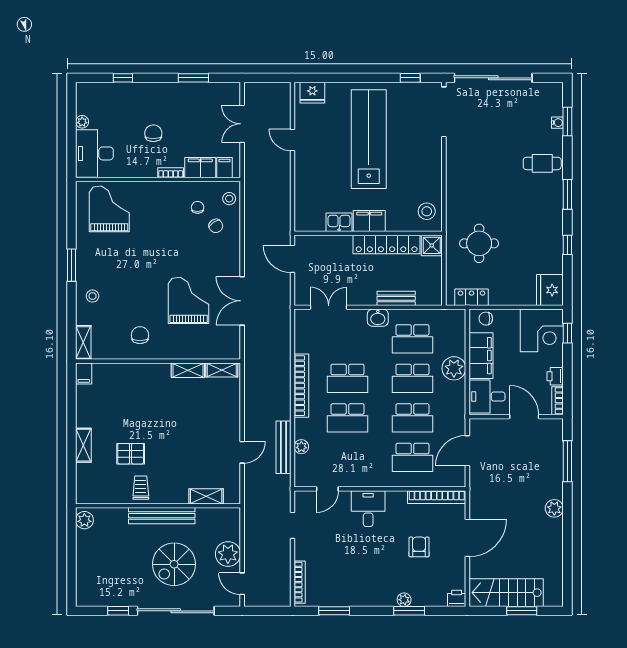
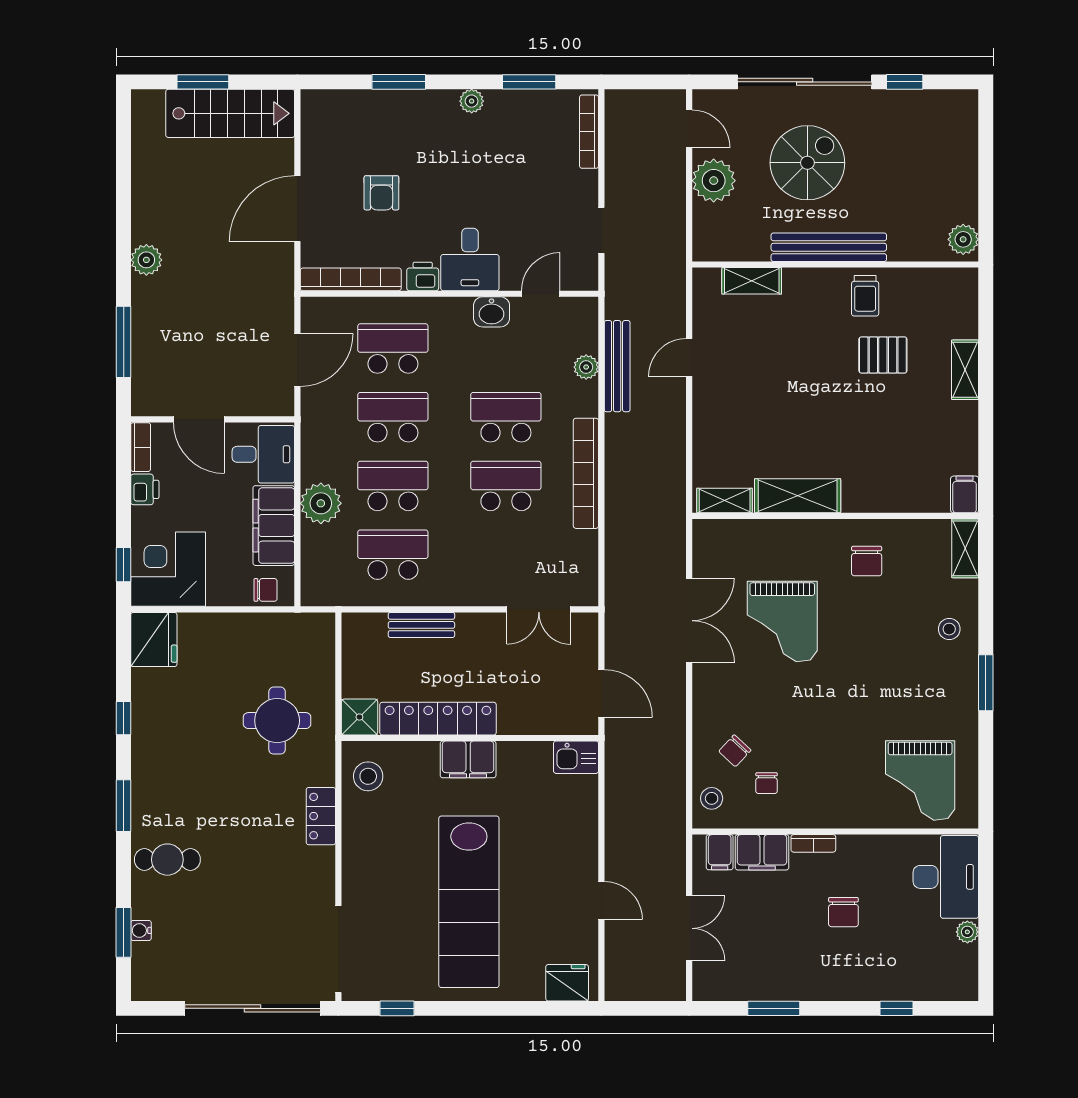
kitchen sink: (339, 222) -> (576, 757), moved
chair: (216, 226) -> (735, 751), turned -102
locker: (472, 297) -> (321, 816), moved, turned 90
washbasin: (378, 318) -> (492, 312), moved, turned 180
shelving: (188, 370) -> (798, 496), width x1.50, depth x1.33
printer: (457, 598) -> (423, 276), moved, turned 180
plant: (404, 600) -> (472, 101), moved

